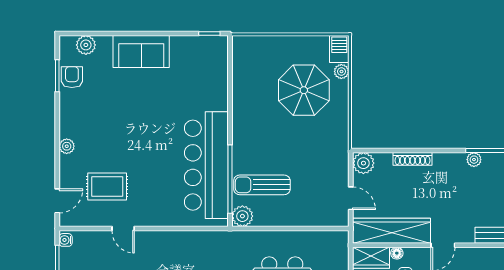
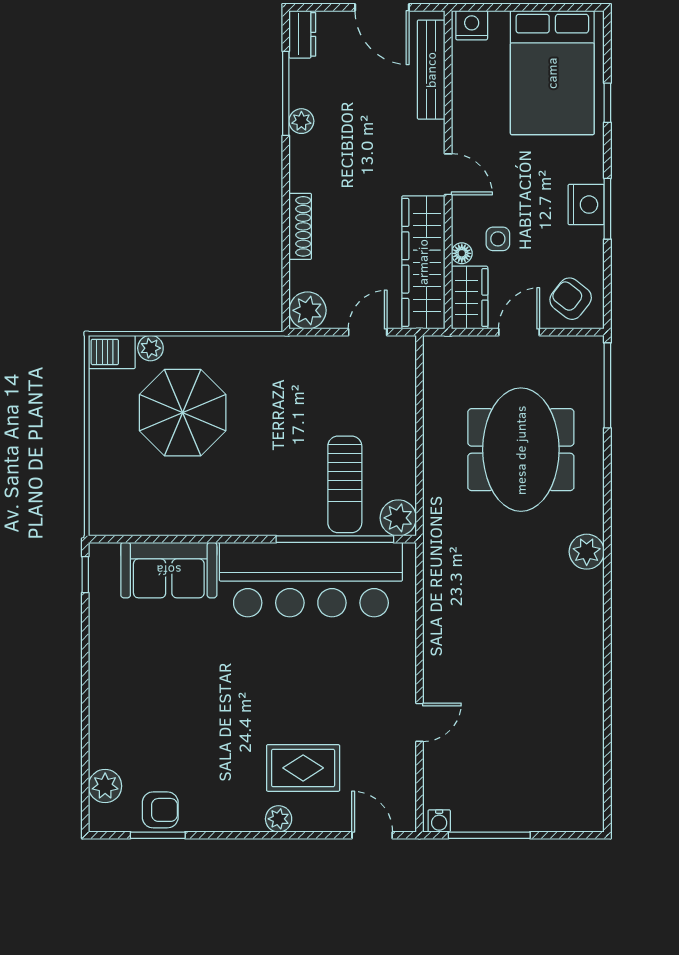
sofa: (141, 51) -> (169, 570), moved, turned 90
armchair: (72, 77) -> (160, 810), turned 180
rug: (107, 186) -> (303, 768), moved, turned 90

